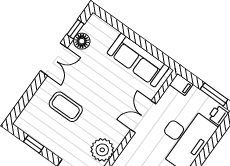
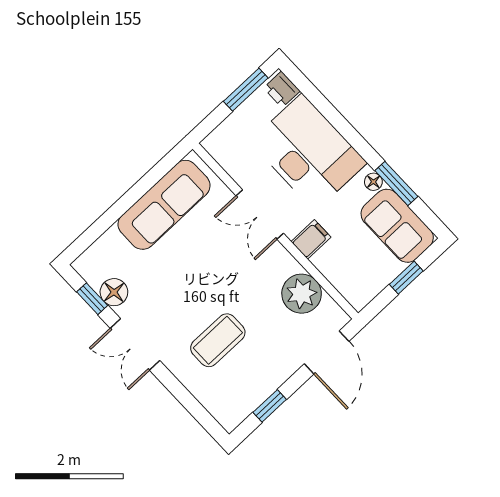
double door: (54, 59) -> (135, 344), swing flipped
filing cabinet: (181, 85) -> (311, 239), moved

